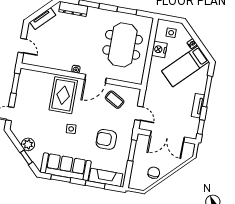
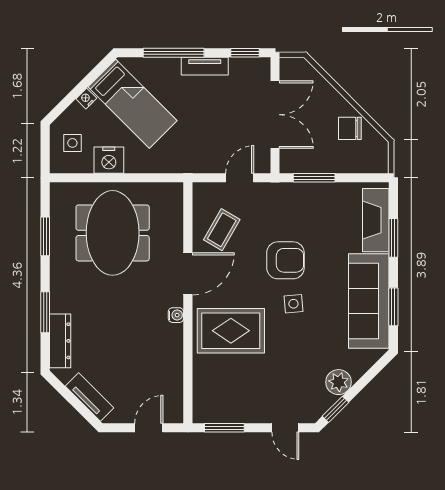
meeting table: (123, 45) -> (113, 233), turned 90
door: (95, 79) -> (188, 274), hinge flipped
armchair: (106, 139) -> (285, 260), moved, turned -90
window: (26, 157) -> (336, 409), moved

